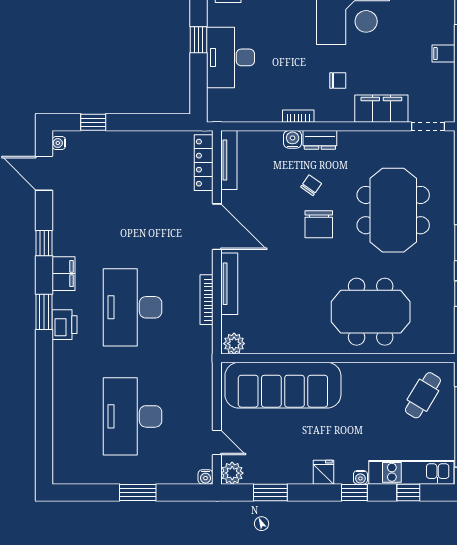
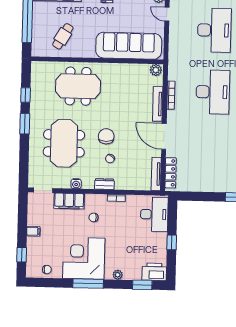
desk: (231, 57) -> (154, 214), moved
water cooler: (293, 139) -> (76, 184), moved
cafe table: (423, 395) -> (63, 36), moved

